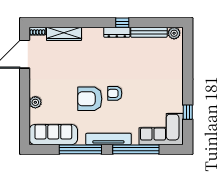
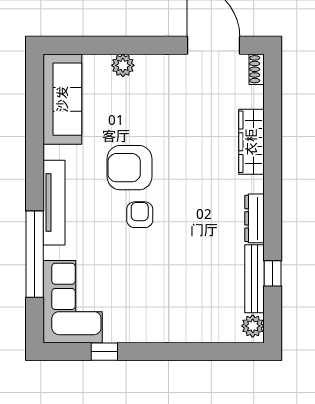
window: (122, 23) -> (273, 273), moved
wardrobe: (64, 34) -> (251, 142), moved
armchair: (90, 99) -> (129, 168), turned -90
window: (80, 149) -> (35, 150), removed

